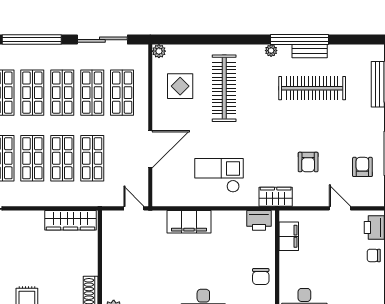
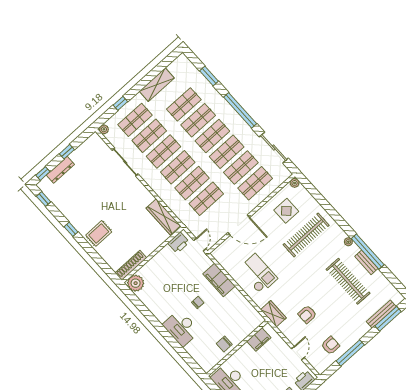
printer: (259, 220) -> (179, 243), moved, turned -90
chair: (192, 265) -> (198, 303), added

